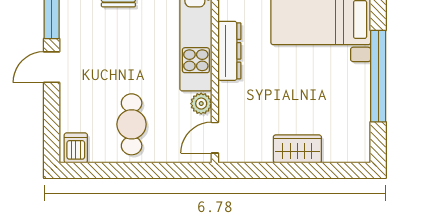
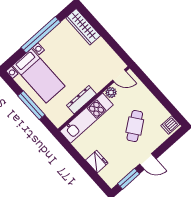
cafe table: (132, 124) -> (135, 126), moved, turned -37
wardrobe: (297, 149) -> (83, 27), moved, width x1.50

